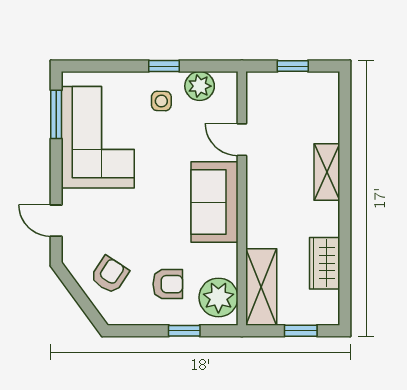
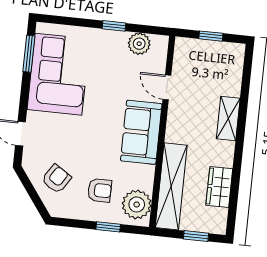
side table: (161, 101) -> (109, 52), removed
shelving: (261, 287) -> (171, 186), width x1.47

